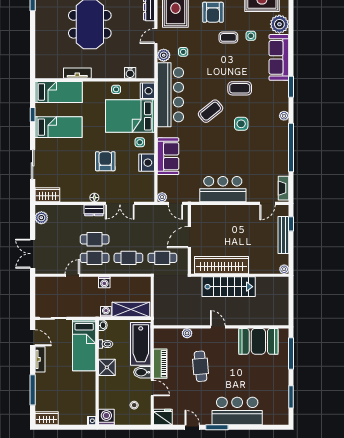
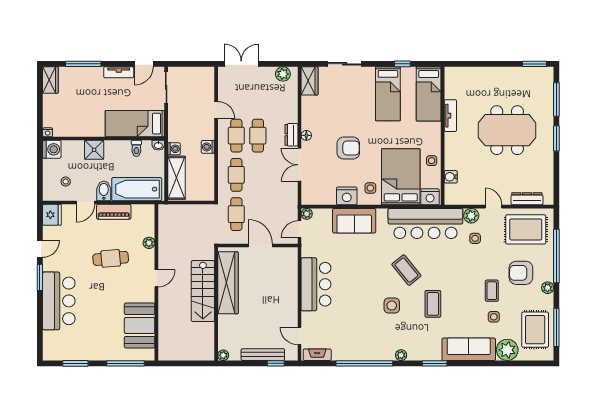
shower: (107, 367) -> (94, 150), moved

